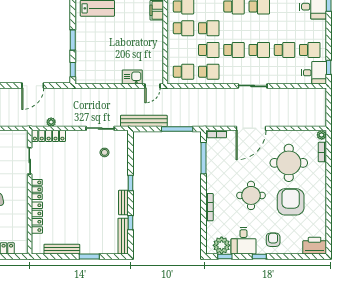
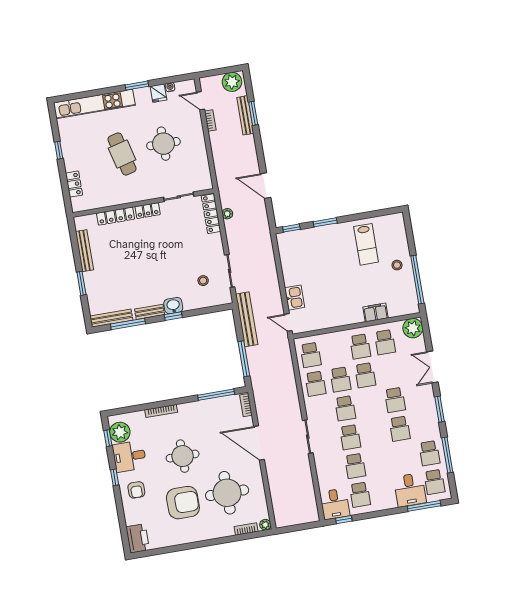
washbasin: (122, 181) -> (173, 306), added
window: (130, 223) -> (128, 324), width x2.17
armchair: (273, 240) -> (136, 490), turned 90

